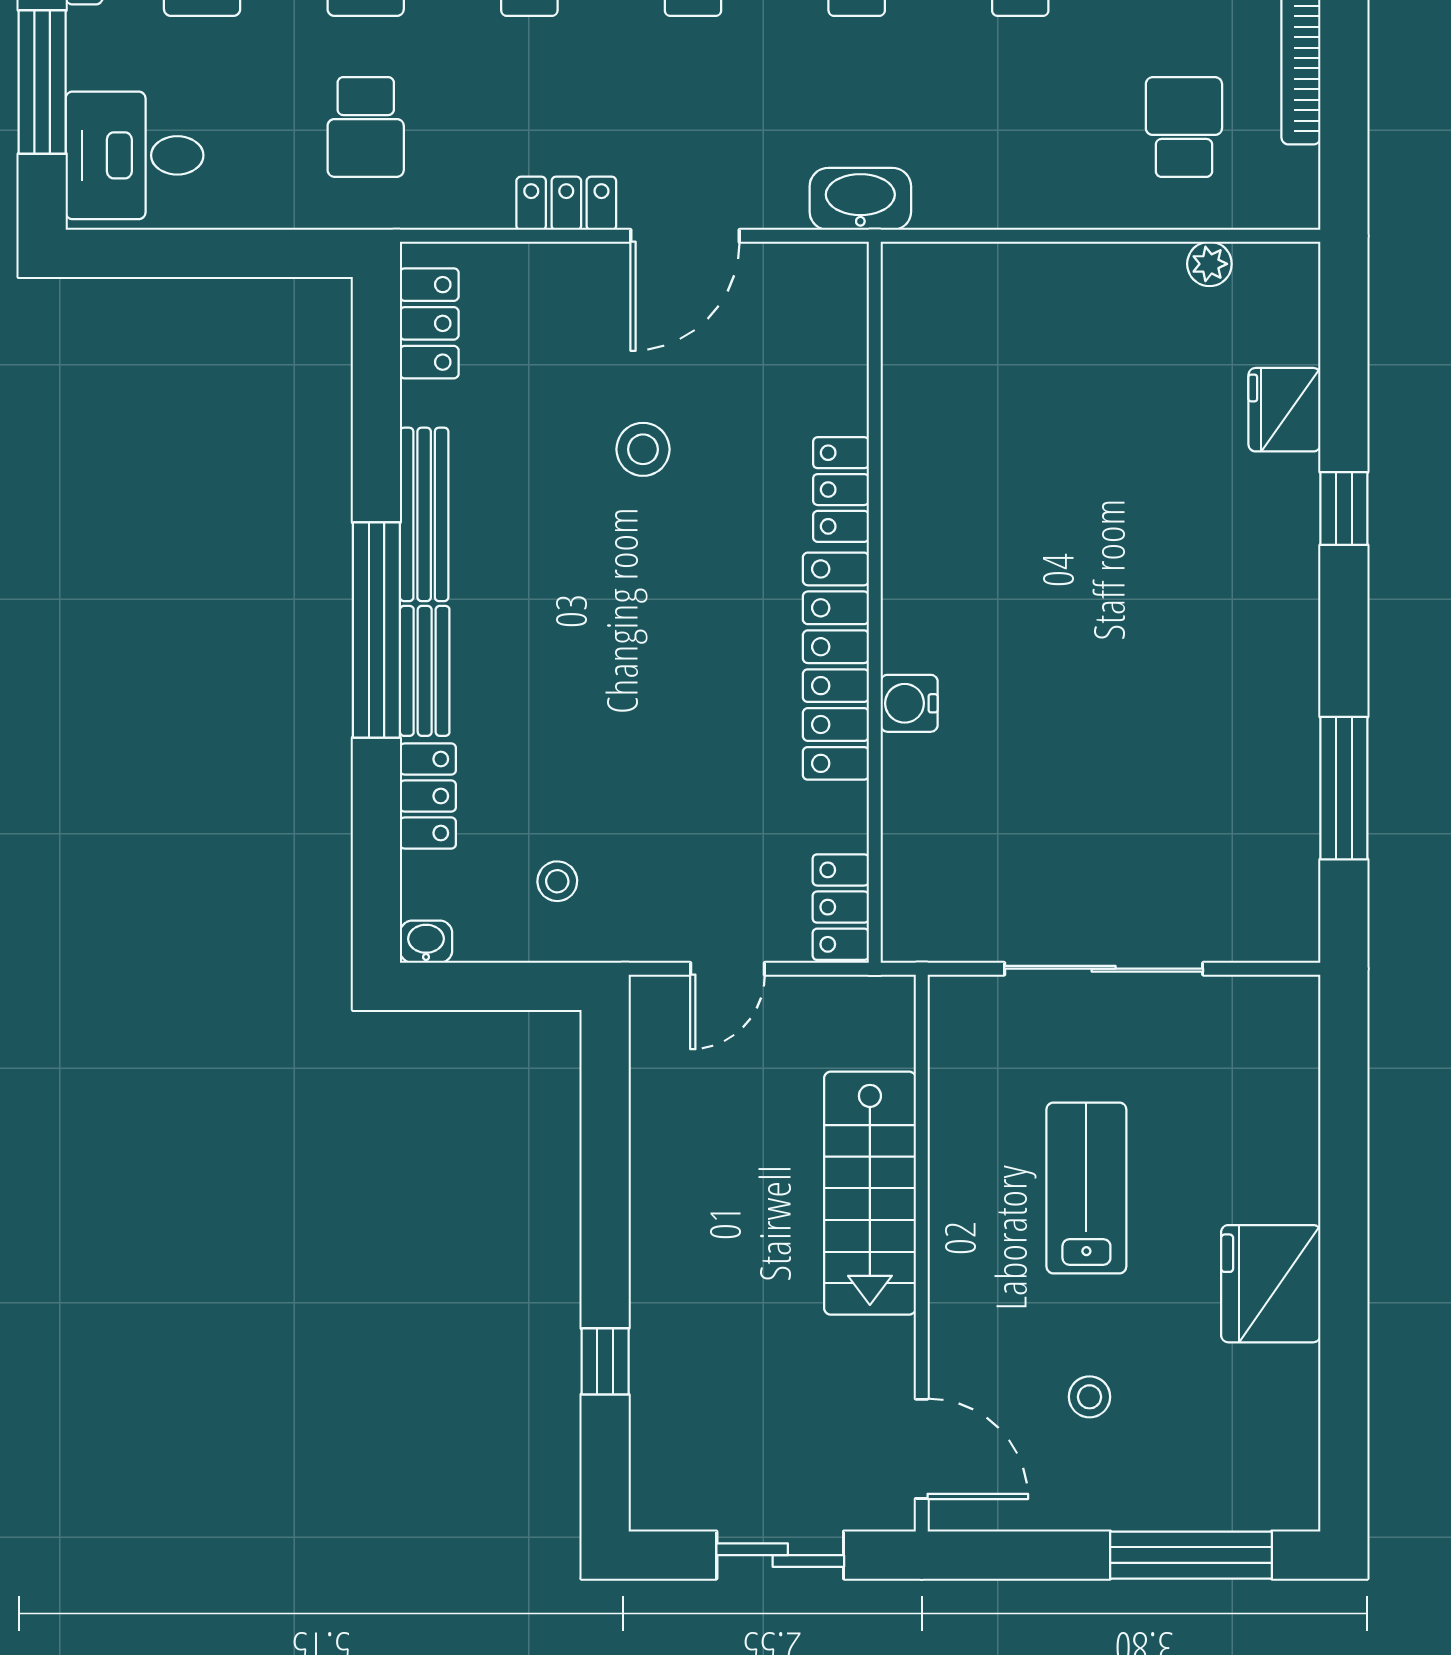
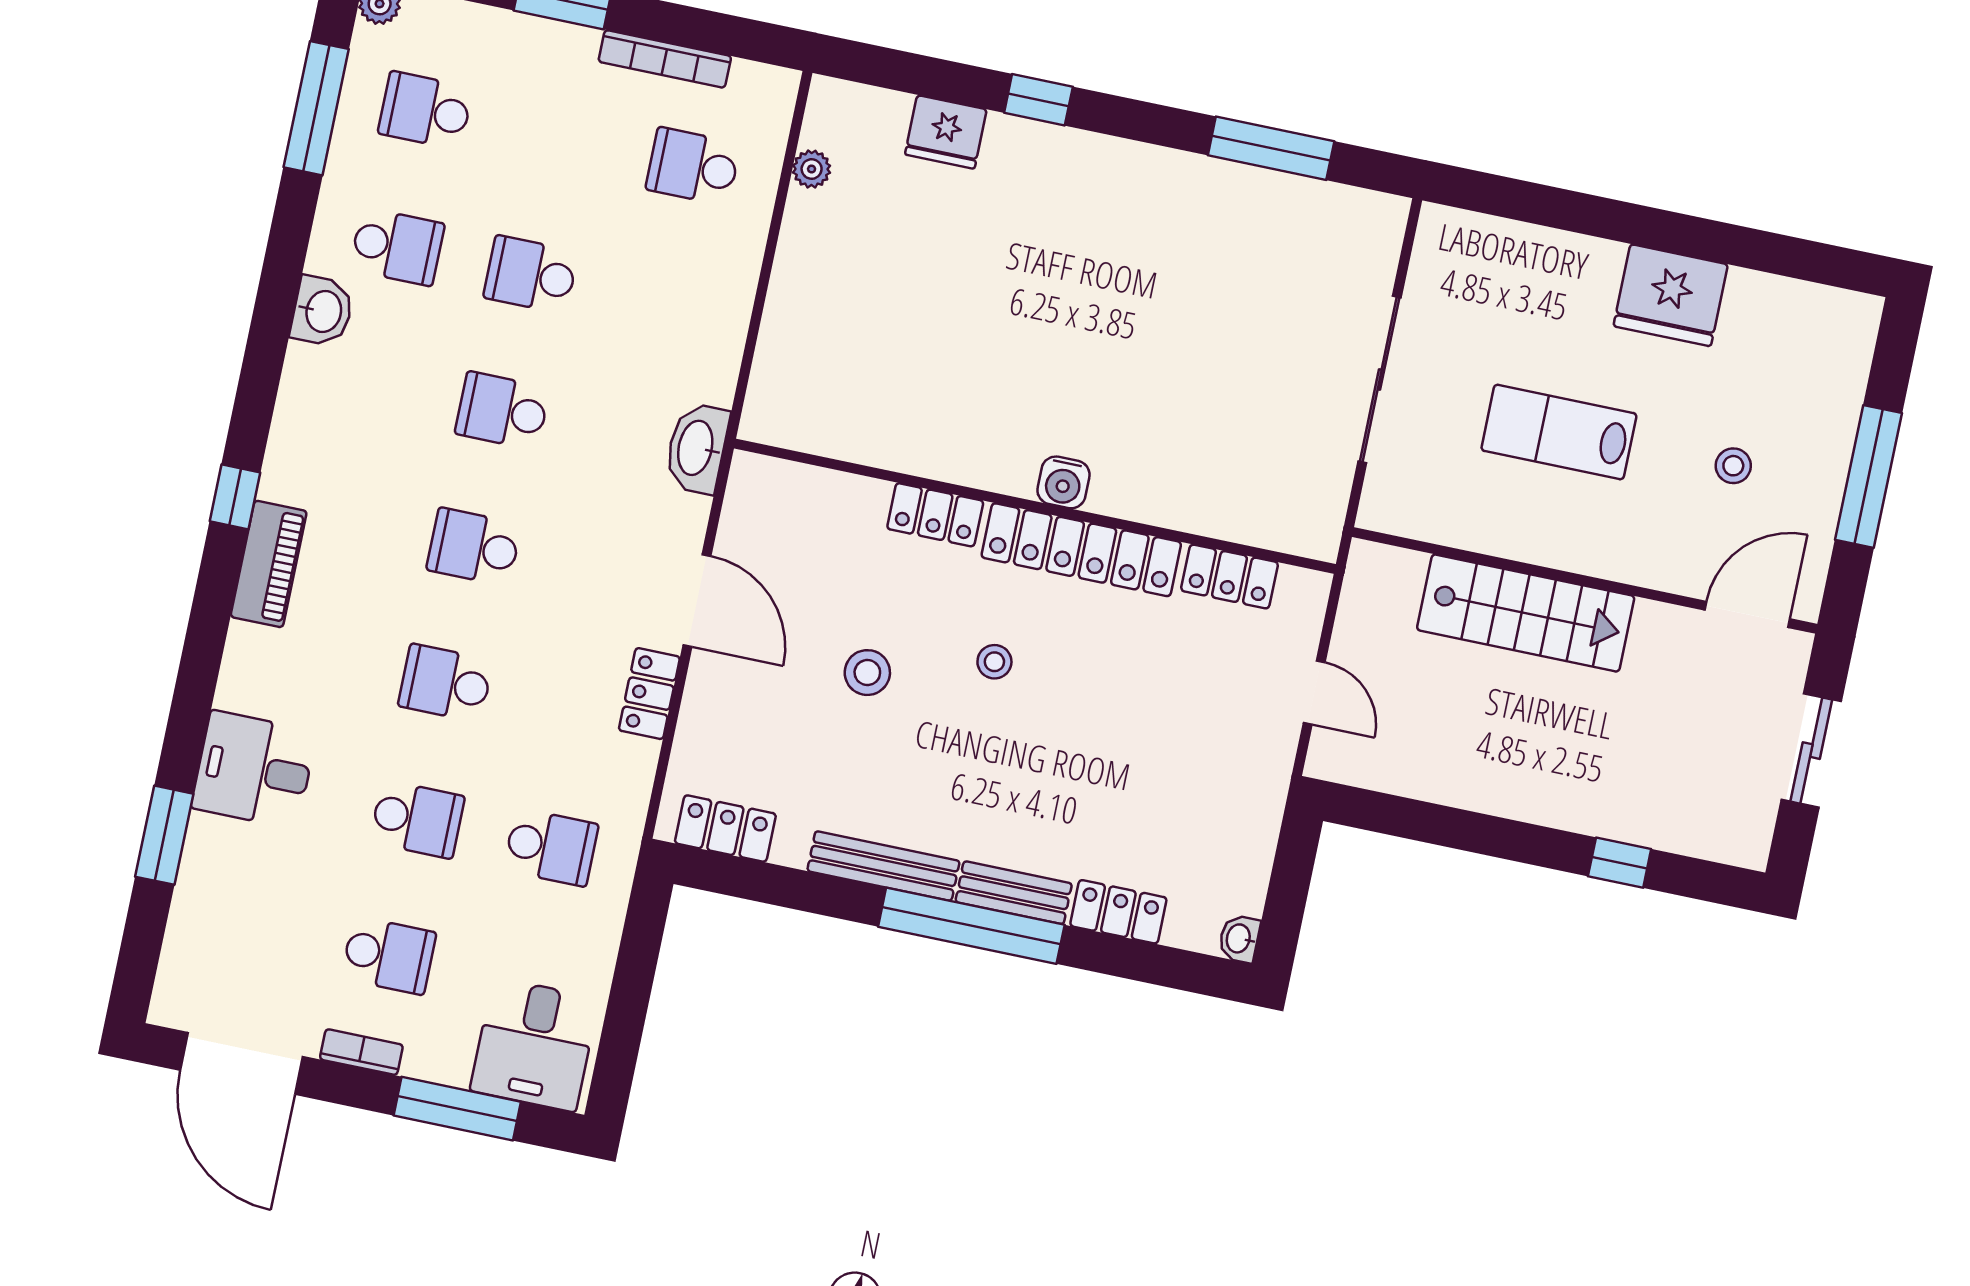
water cooler: (909, 703) -> (1063, 482), moved
stool: (557, 881) -> (994, 662), moved
locker: (841, 907) -> (1230, 577), moved
window: (1191, 1555) -> (1868, 476), moved

